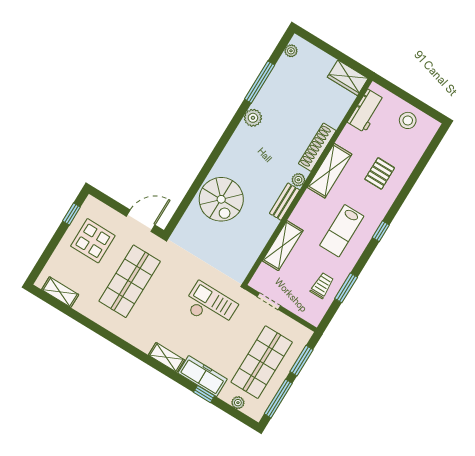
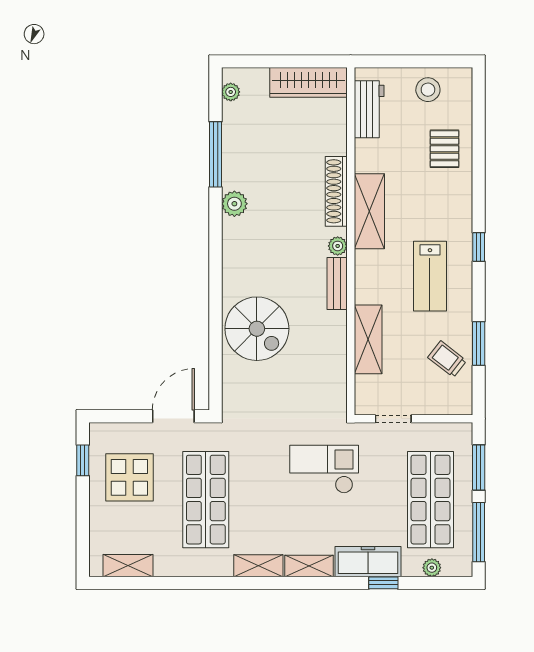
wardrobe: (348, 78) -> (308, 82), width x1.50
pallet: (380, 173) -> (444, 149), moved
trolley: (322, 286) -> (447, 359), turned -52
shelving: (137, 339) -> (258, 566), added

